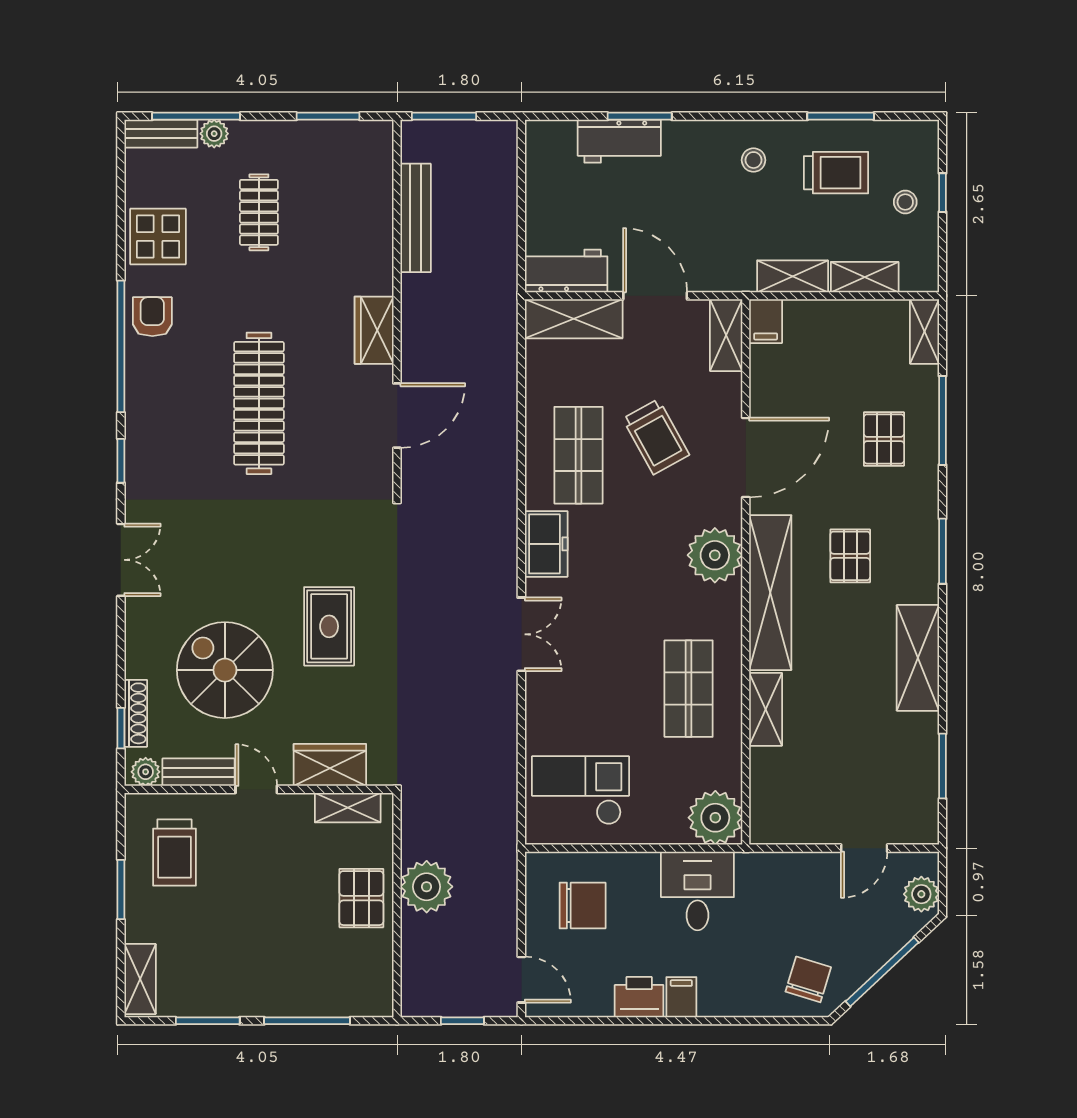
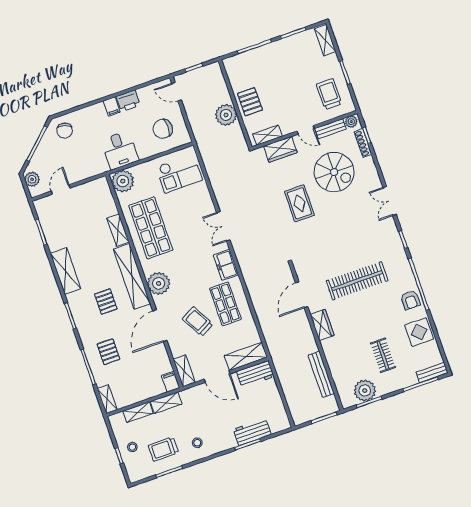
plant: (214, 134) -> (365, 391), moved, width x1.88, depth x1.88
clothes rail: (259, 403) -> (357, 281), turned 90
shop shelf: (689, 689) -> (151, 228), width x1.43, depth x1.36

